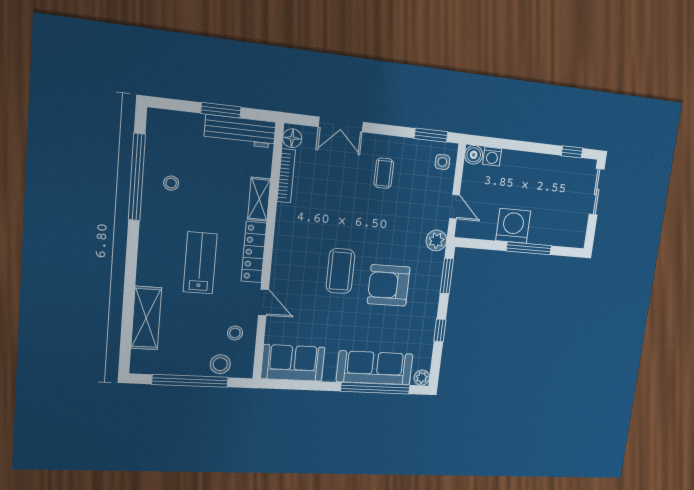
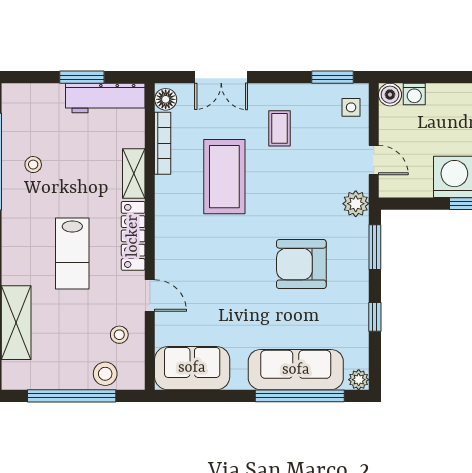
lab bench: (200, 263) -> (72, 254), turned 180
coffee table: (340, 271) -> (224, 177), moved, width x1.36, depth x1.32

